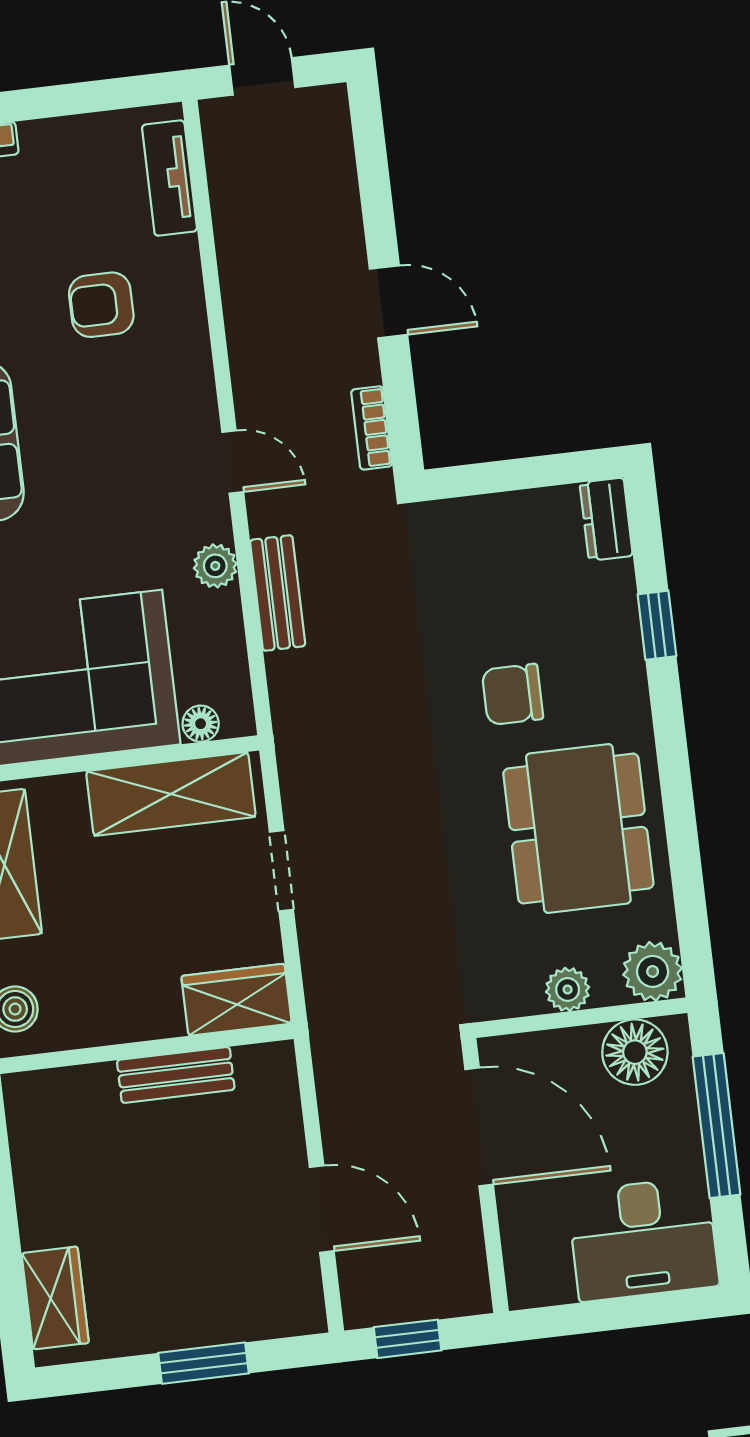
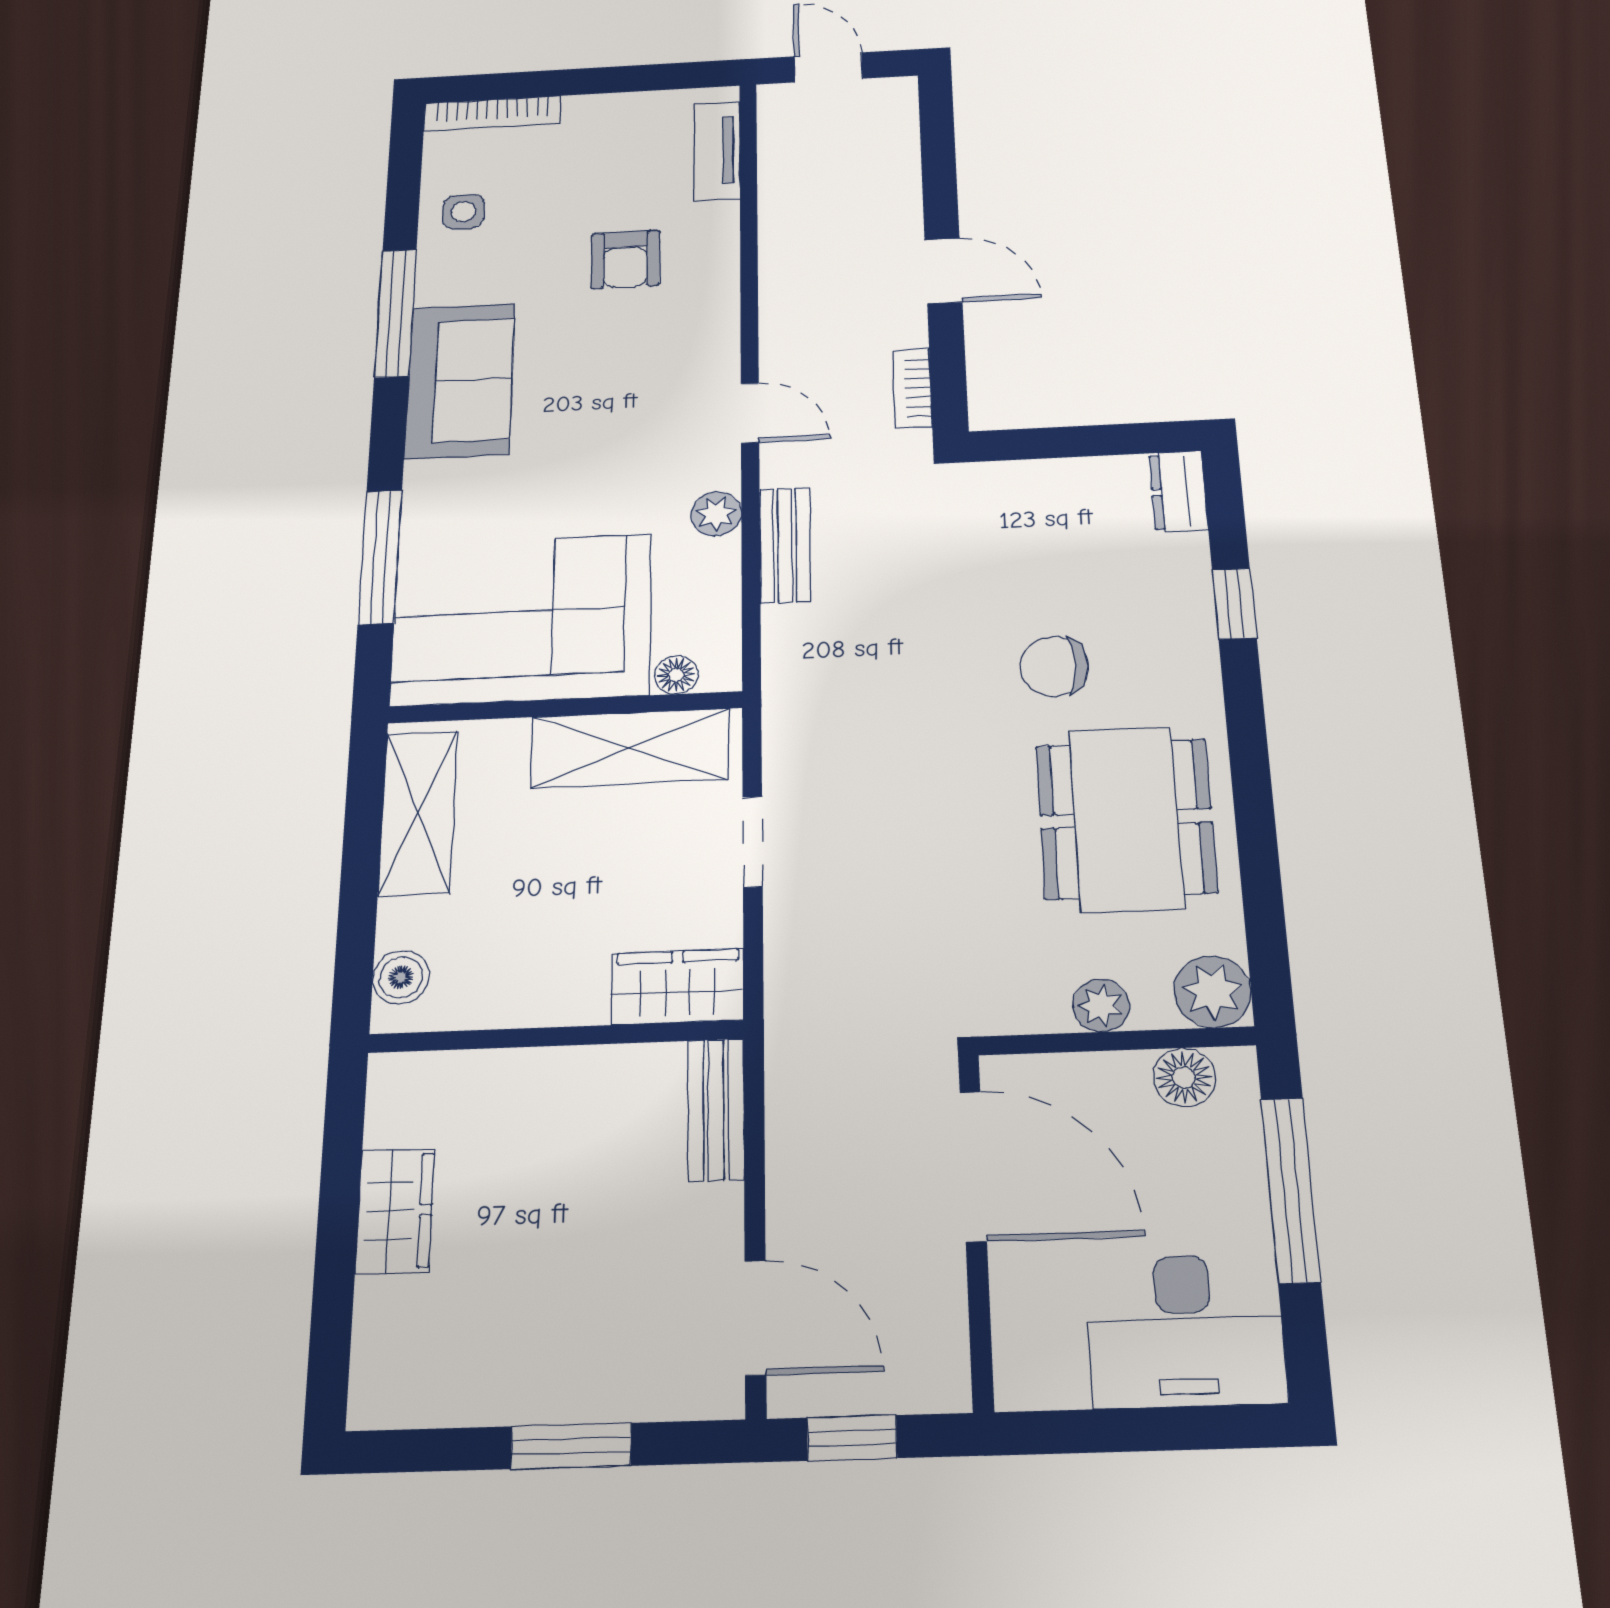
armchair: (101, 305) -> (625, 259), turned -90
floor lamp: (635, 1052) -> (1184, 1077), width x0.73, depth x0.73
bench: (176, 1075) -> (716, 1109), moved, turned 90
door: (322, 1209) -> (755, 1318), moved
wardrobe: (55, 1298) -> (395, 1211), moved

